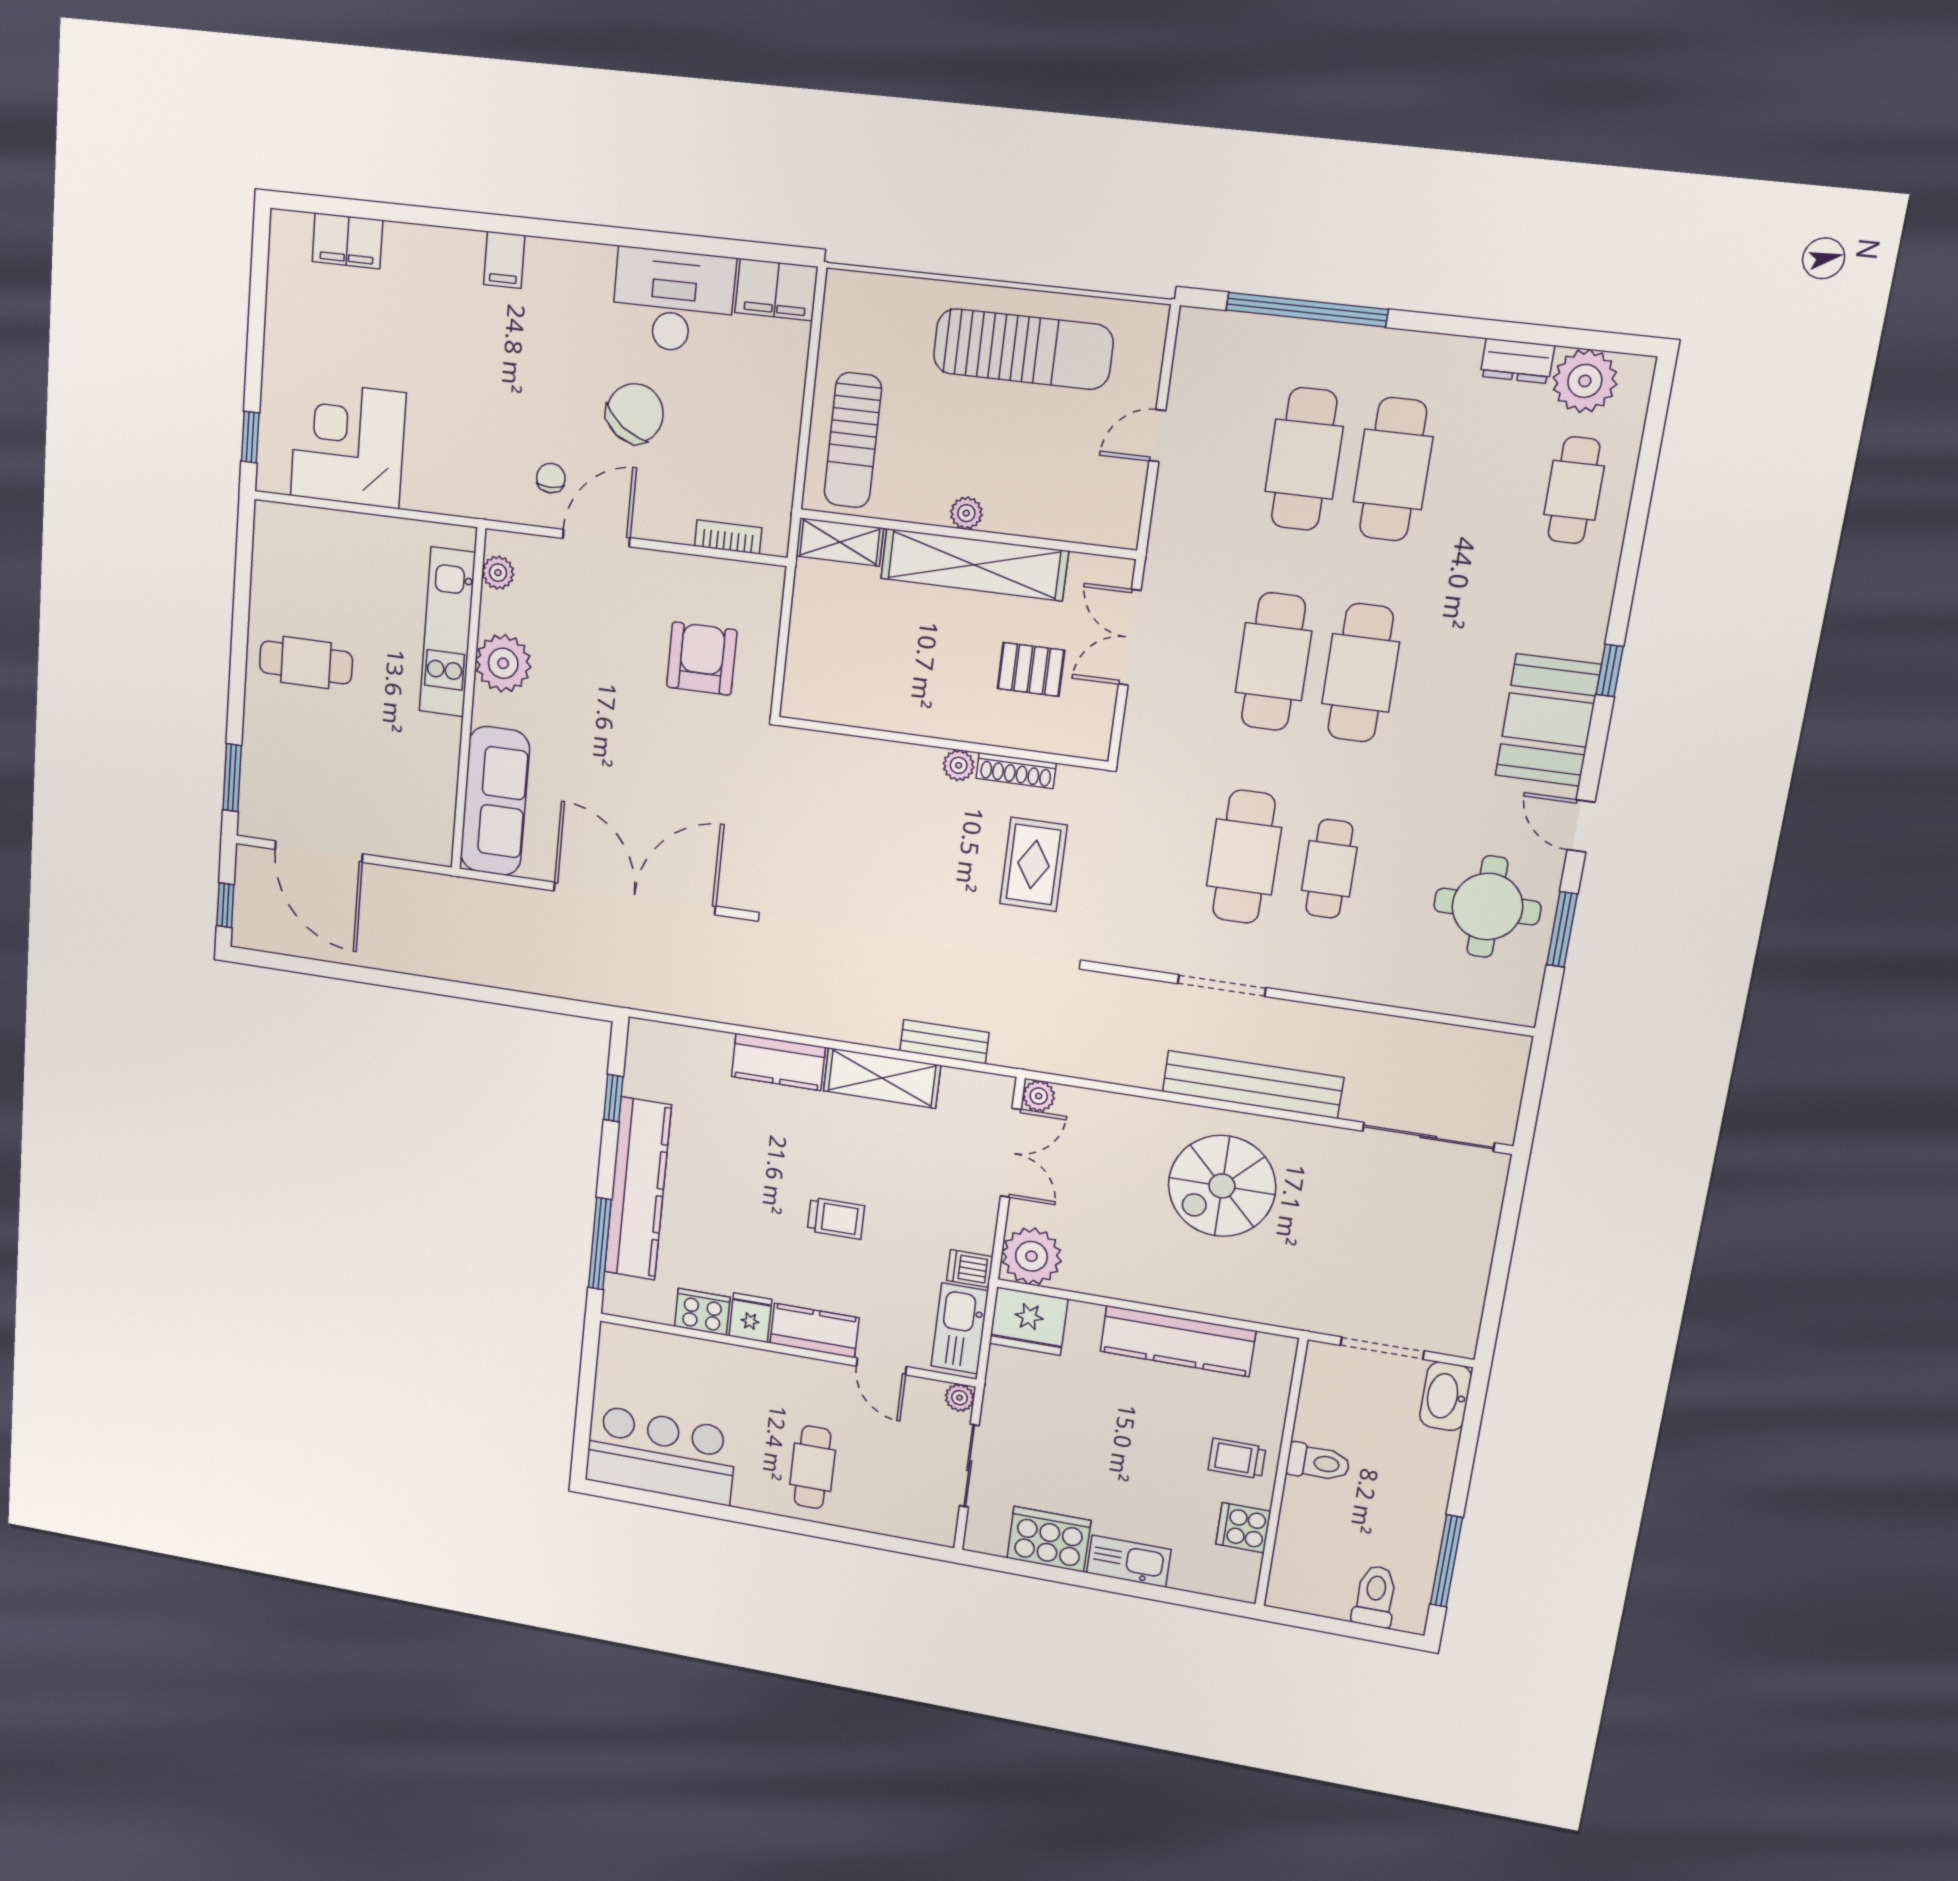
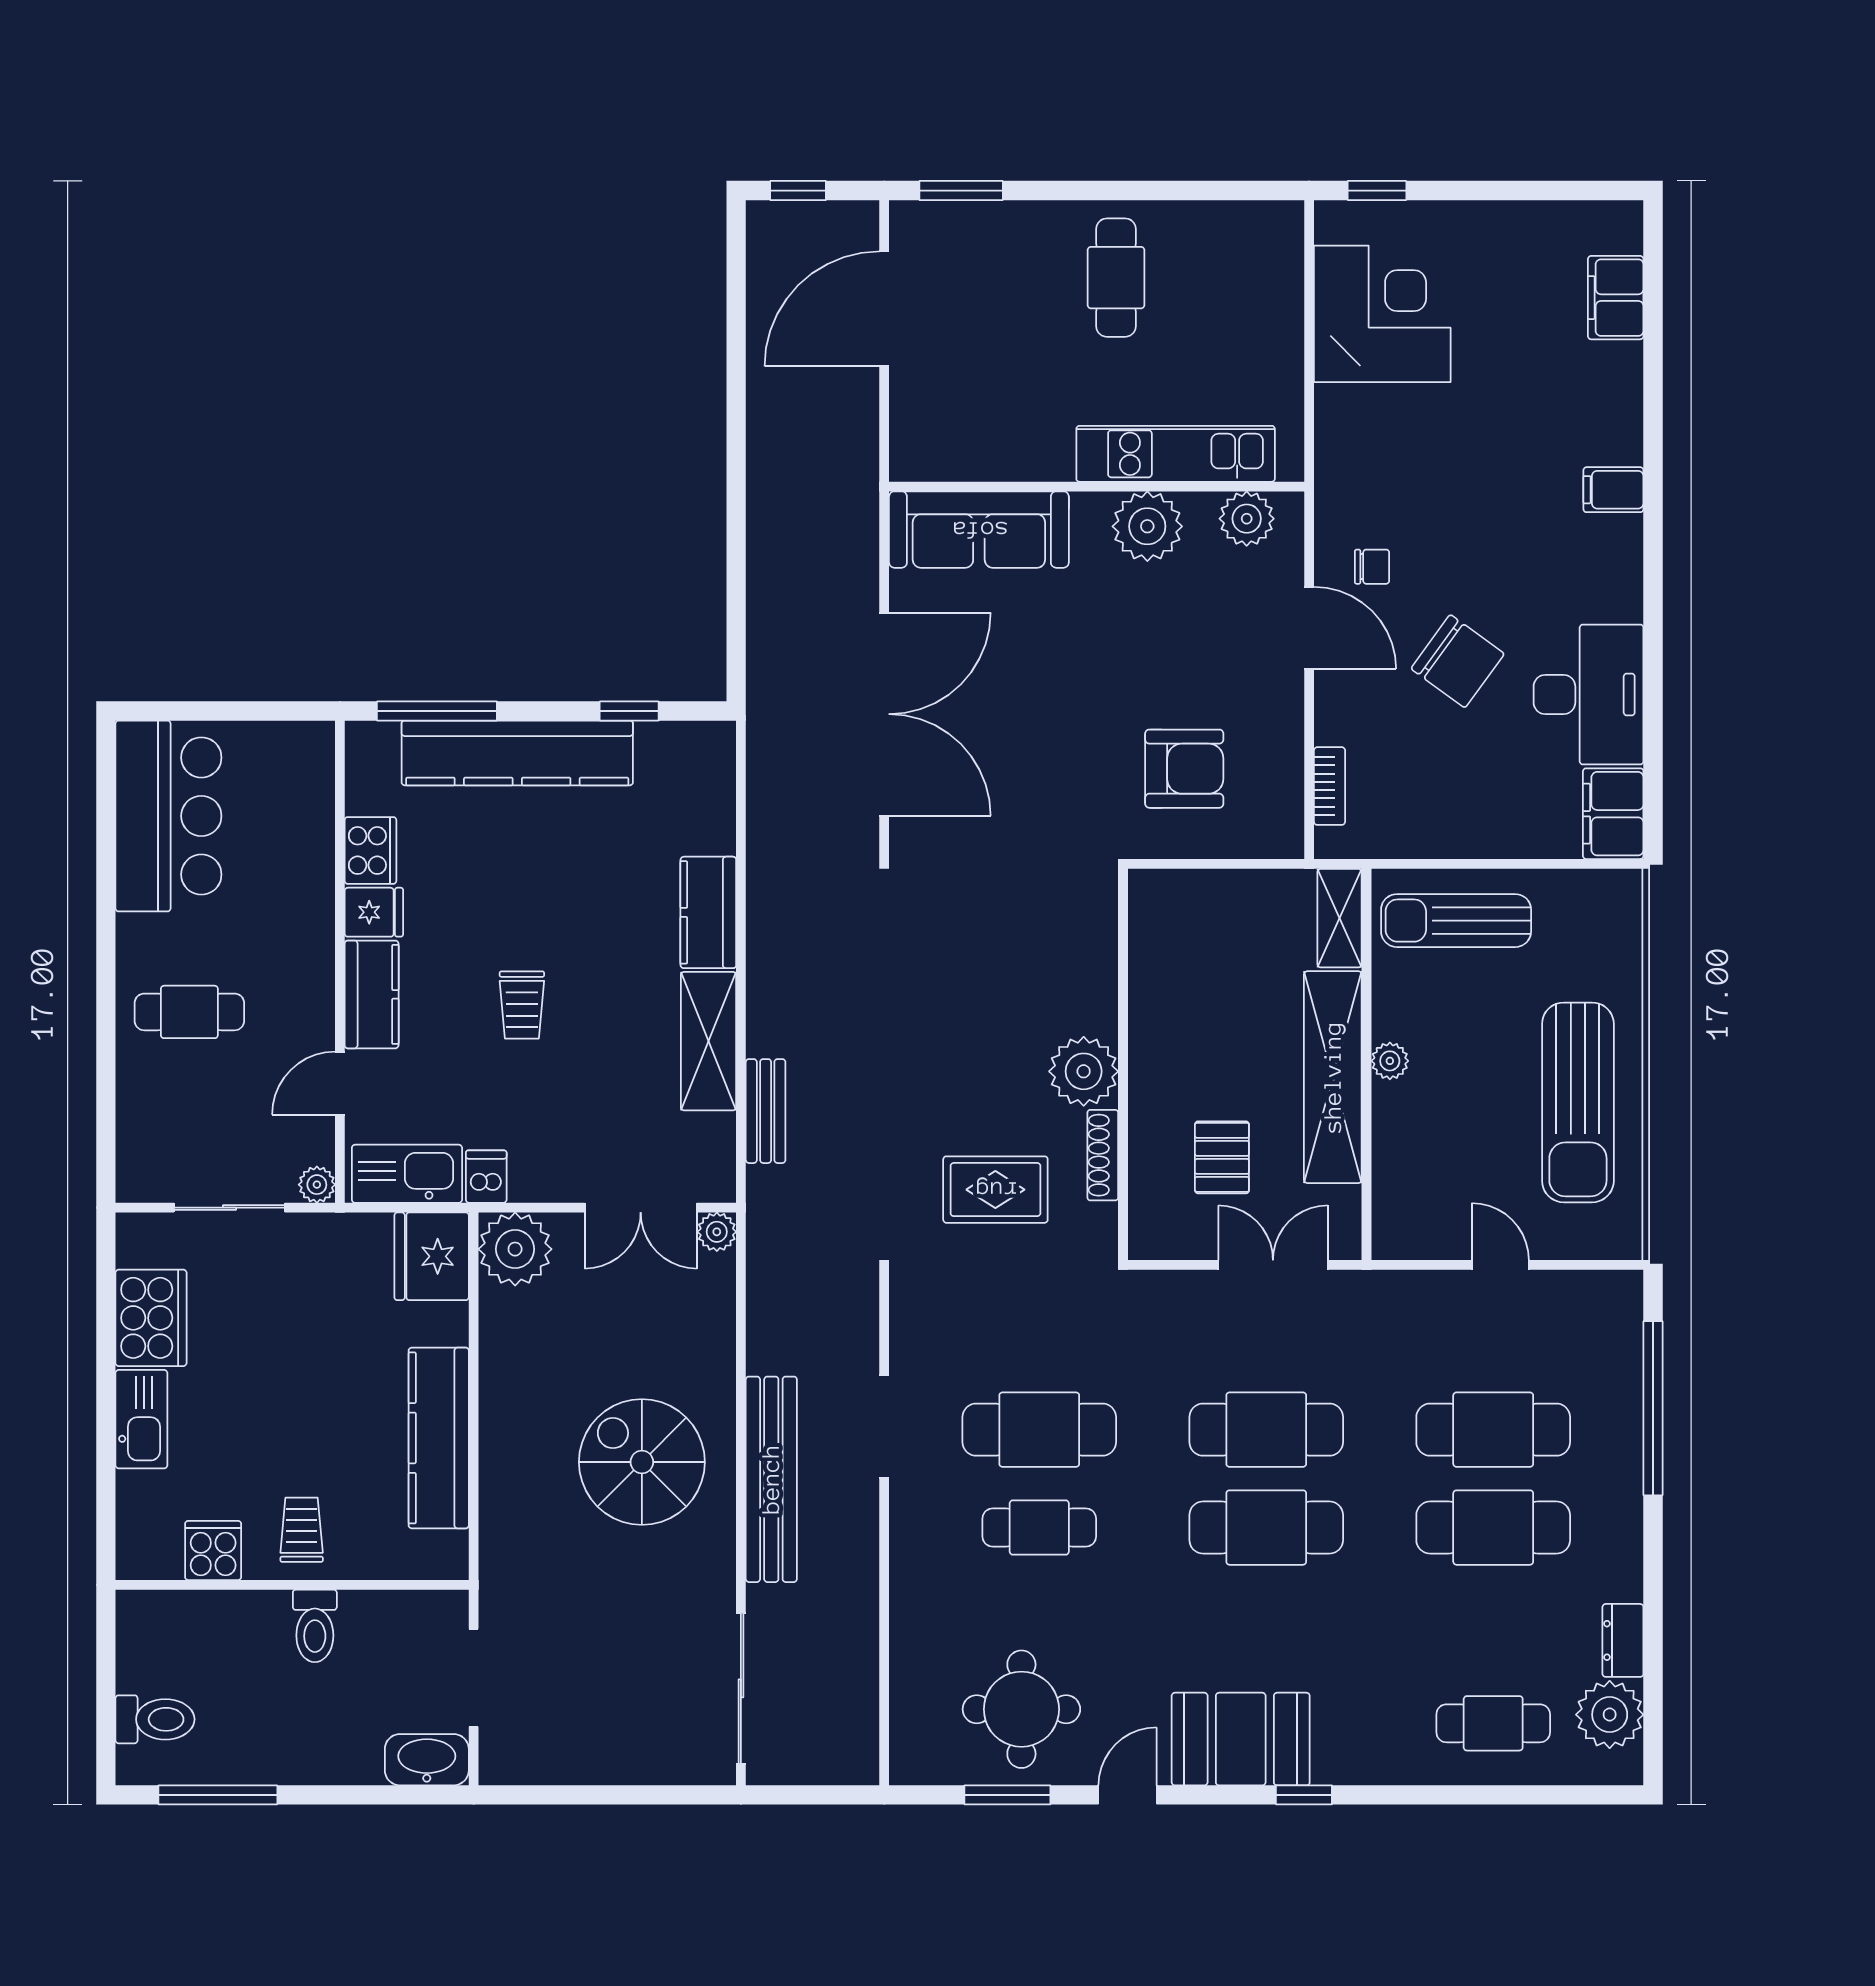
plant: (498, 573) -> (1247, 519), width x1.38, depth x1.38
plant: (959, 765) -> (1084, 1071), width x1.87, depth x1.87

